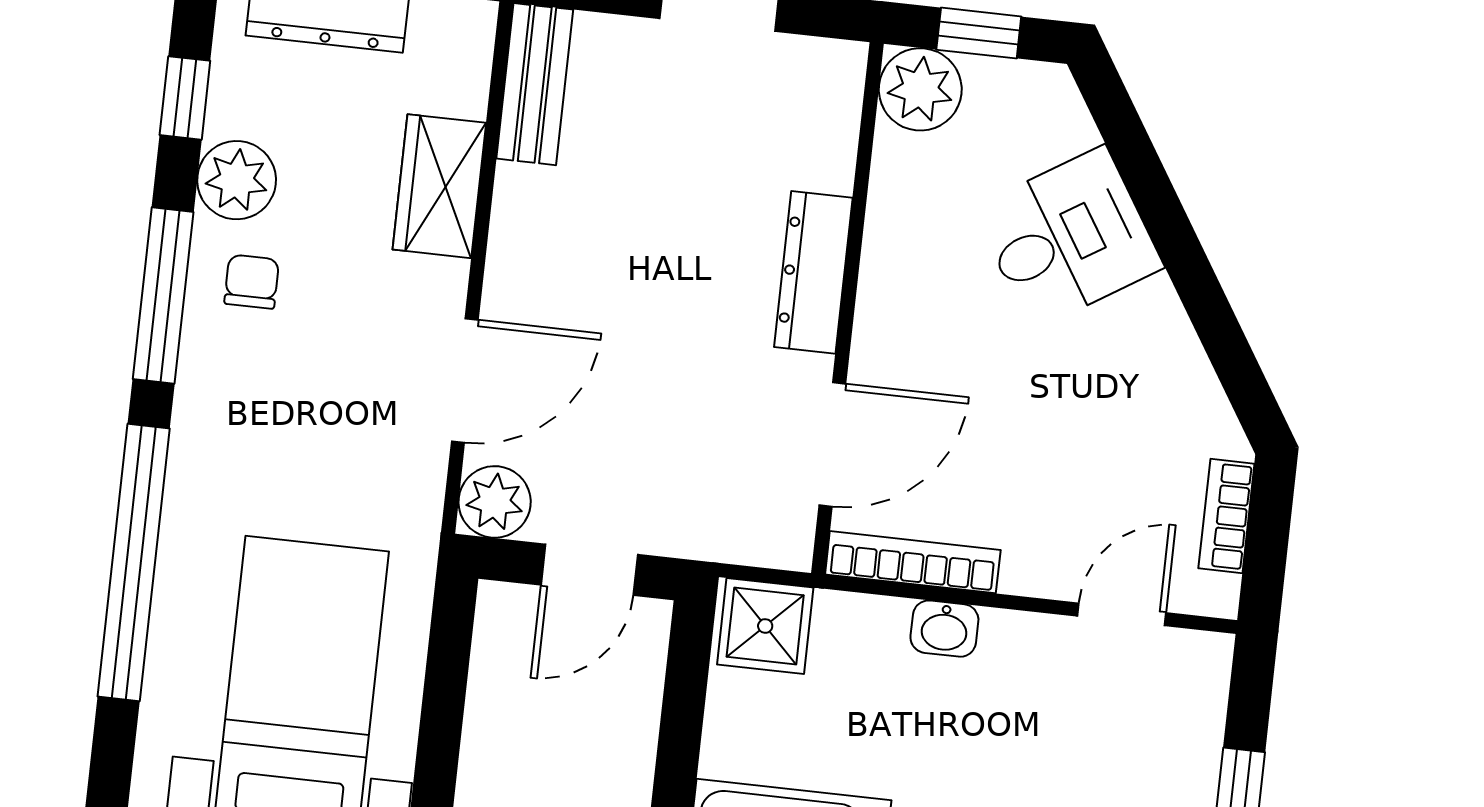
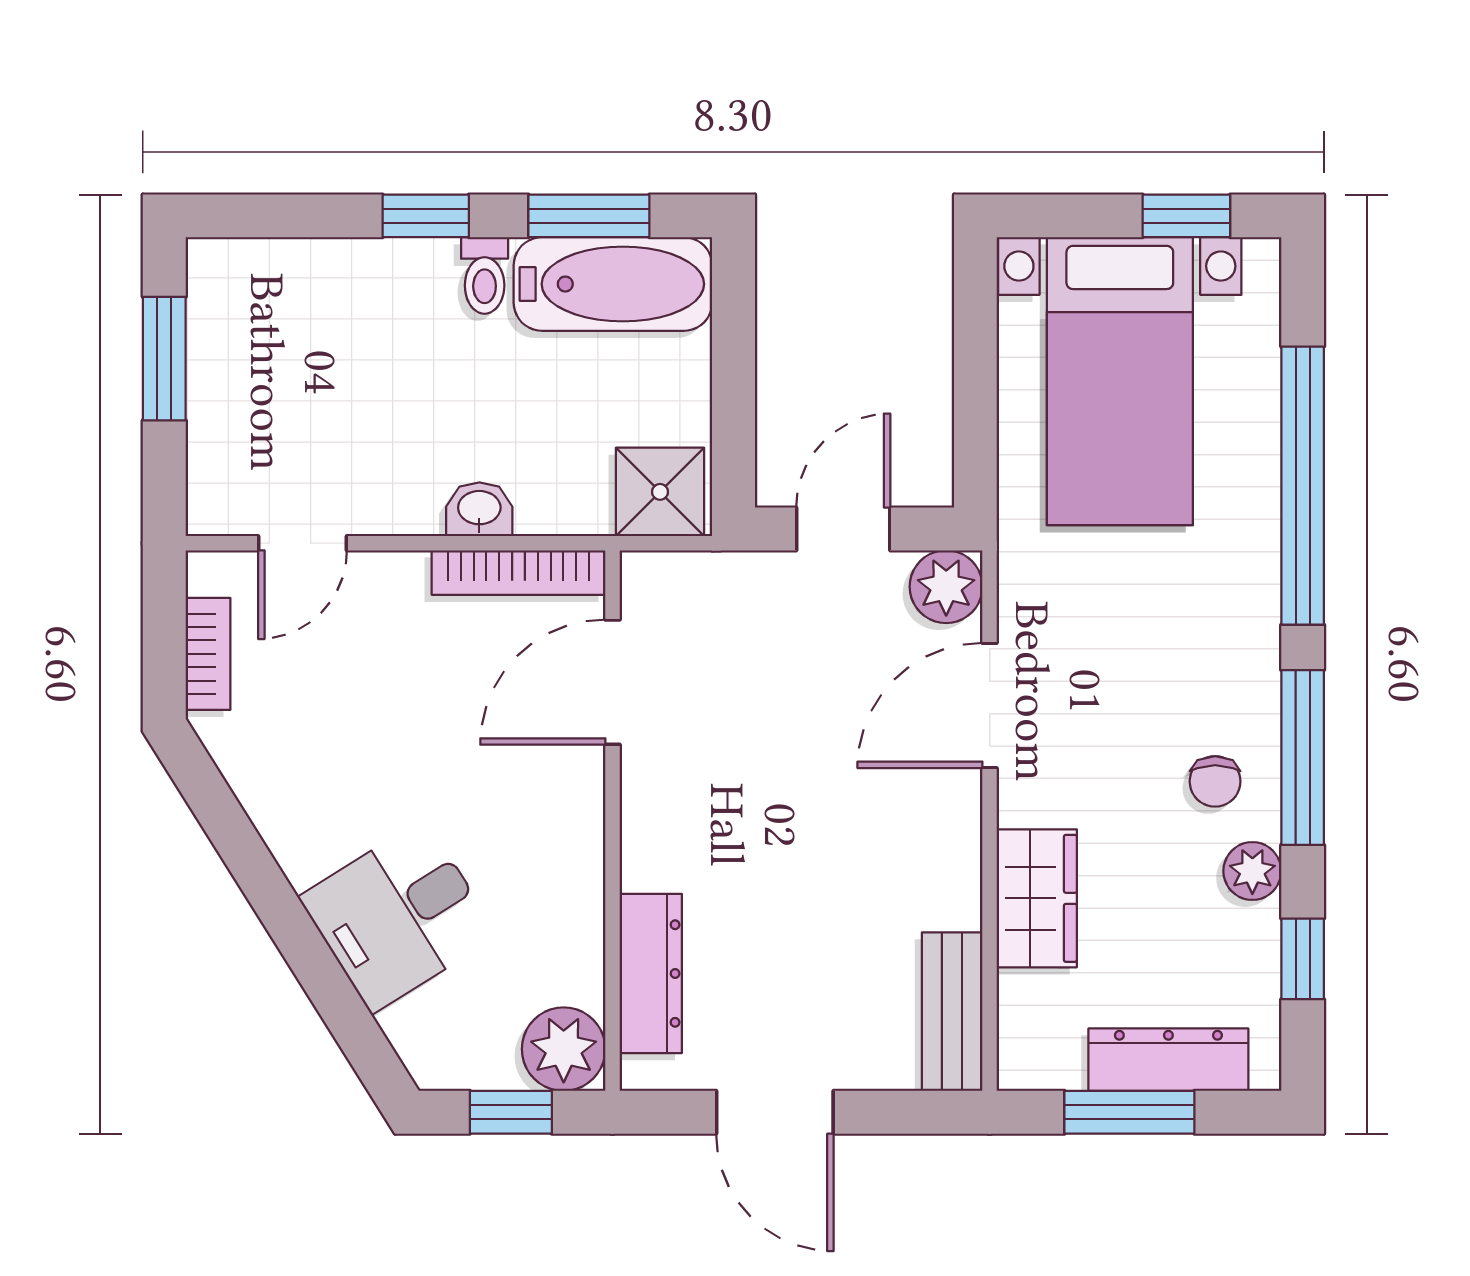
plant: (237, 180) -> (1252, 871), width x0.73, depth x0.73
dresser: (813, 272) -> (651, 974), moved

